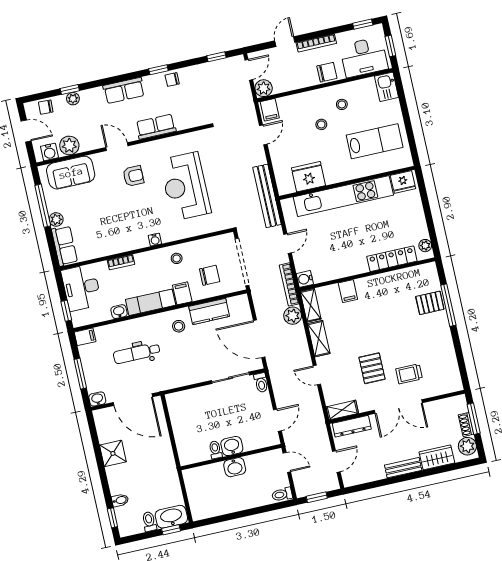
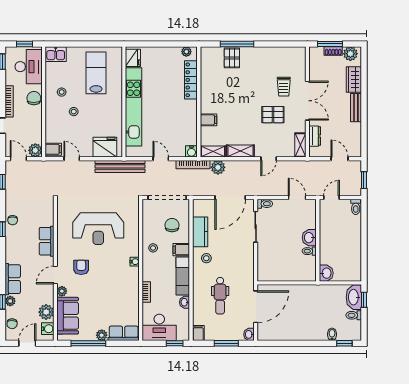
row of seats: (124, 90) -> (13, 279), moved
plant: (99, 159) -> (62, 291), added
fridge: (309, 177) -> (105, 147), moved, turned 90
dresser: (352, 426) -> (315, 136), width x0.70
shower: (113, 453) -> (294, 332), removed
washbasin: (235, 467) -> (326, 273), moved

